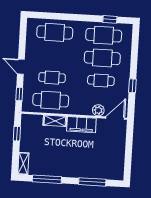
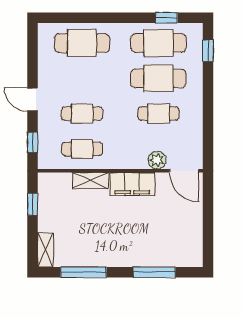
window: (132, 86) -> (208, 51), moved
cafe table: (51, 100) -> (82, 149), width x0.73, depth x0.74
door: (115, 118) -> (184, 171), swing flipped

